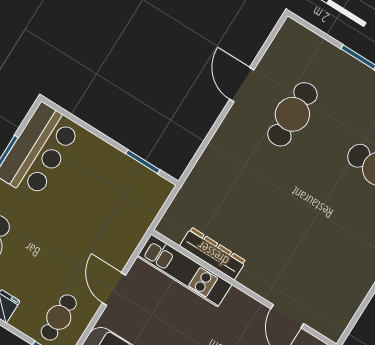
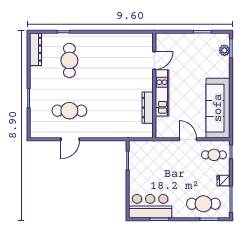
kitchen unit: (184, 270) -> (162, 93), moved
door: (114, 289) -> (188, 139), swing flipped

